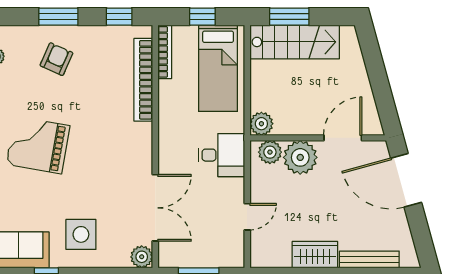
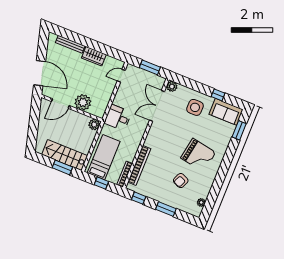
armchair: (56, 59) -> (181, 181), moved
plant: (270, 152) -> (96, 110), removed
door: (247, 217) -> (121, 76), moved

